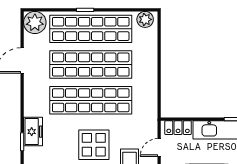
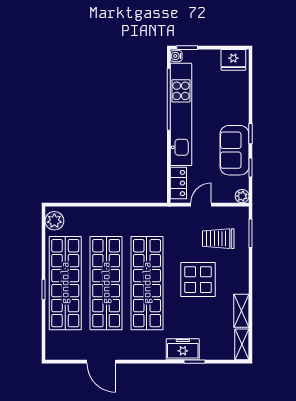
plant: (35, 22) -> (58, 347), removed
door: (159, 147) -> (201, 205), swing flipped

